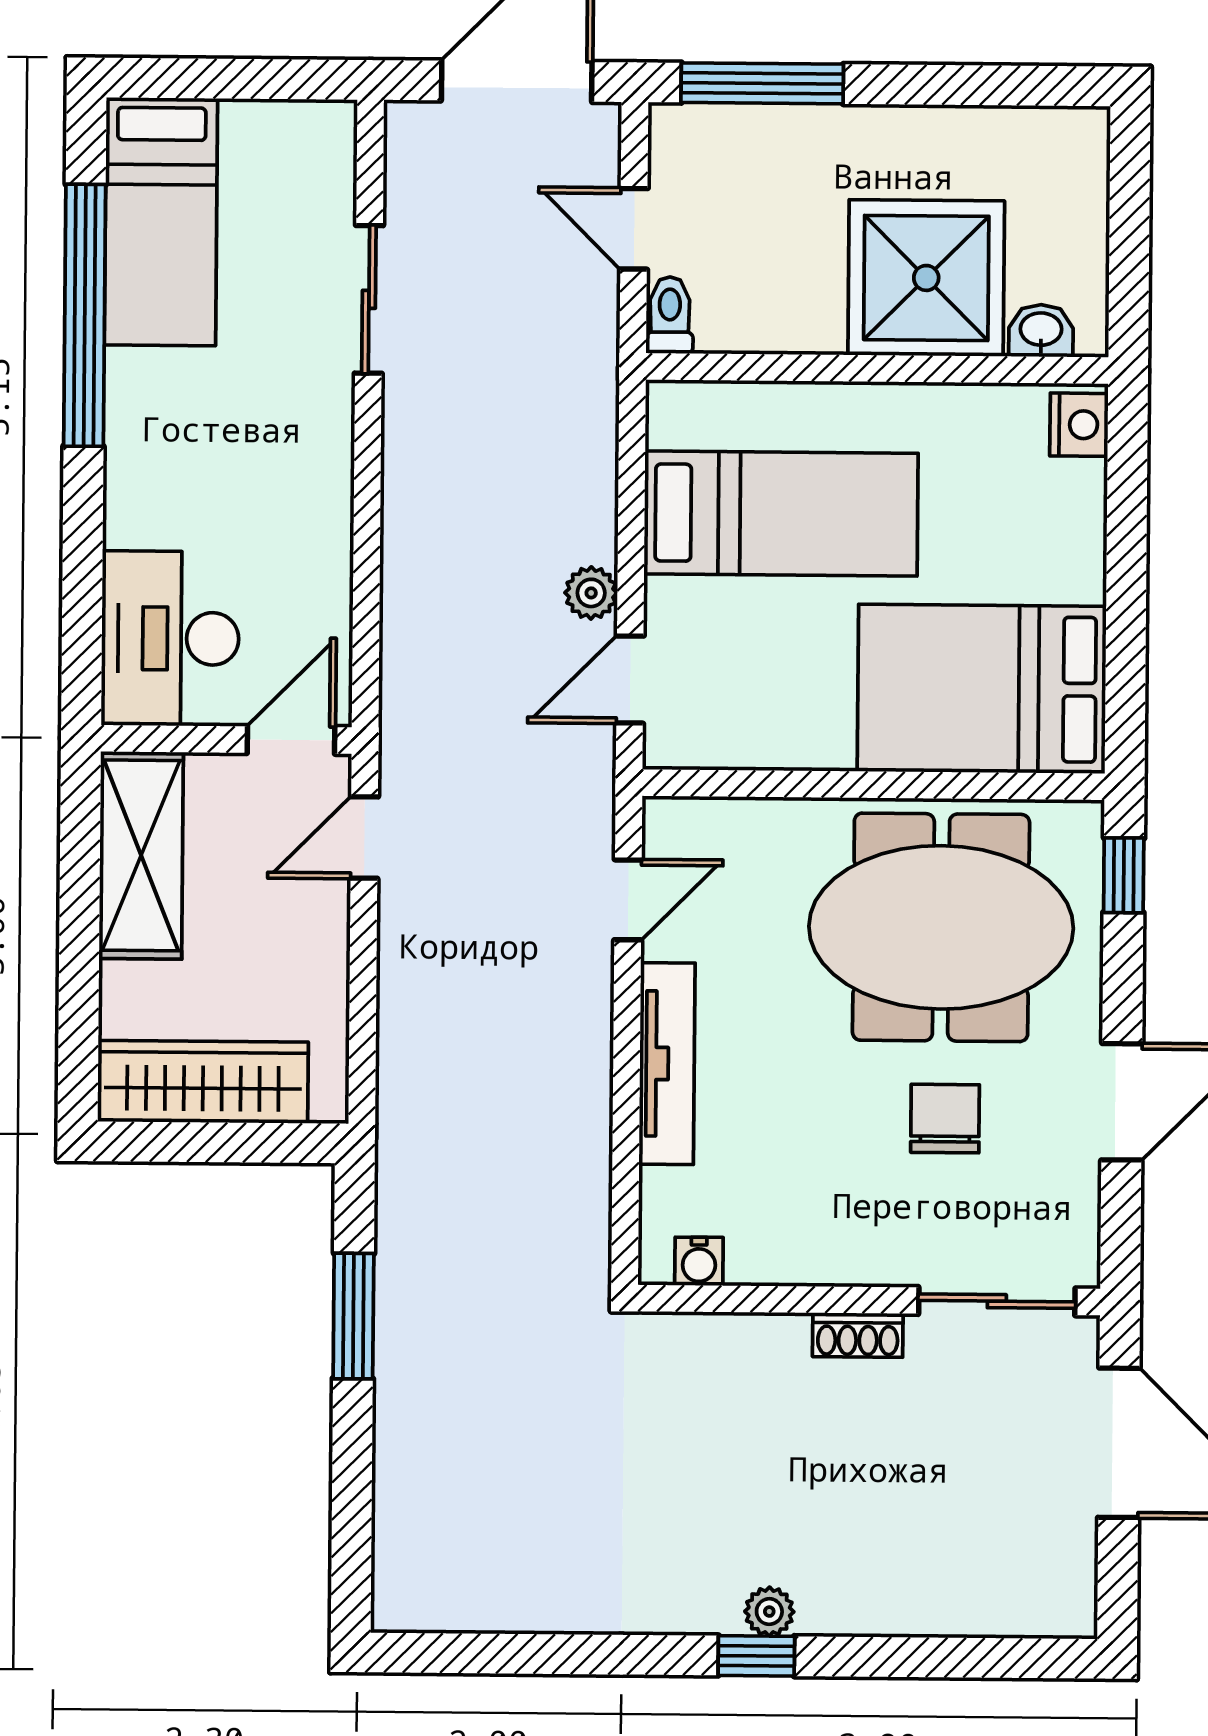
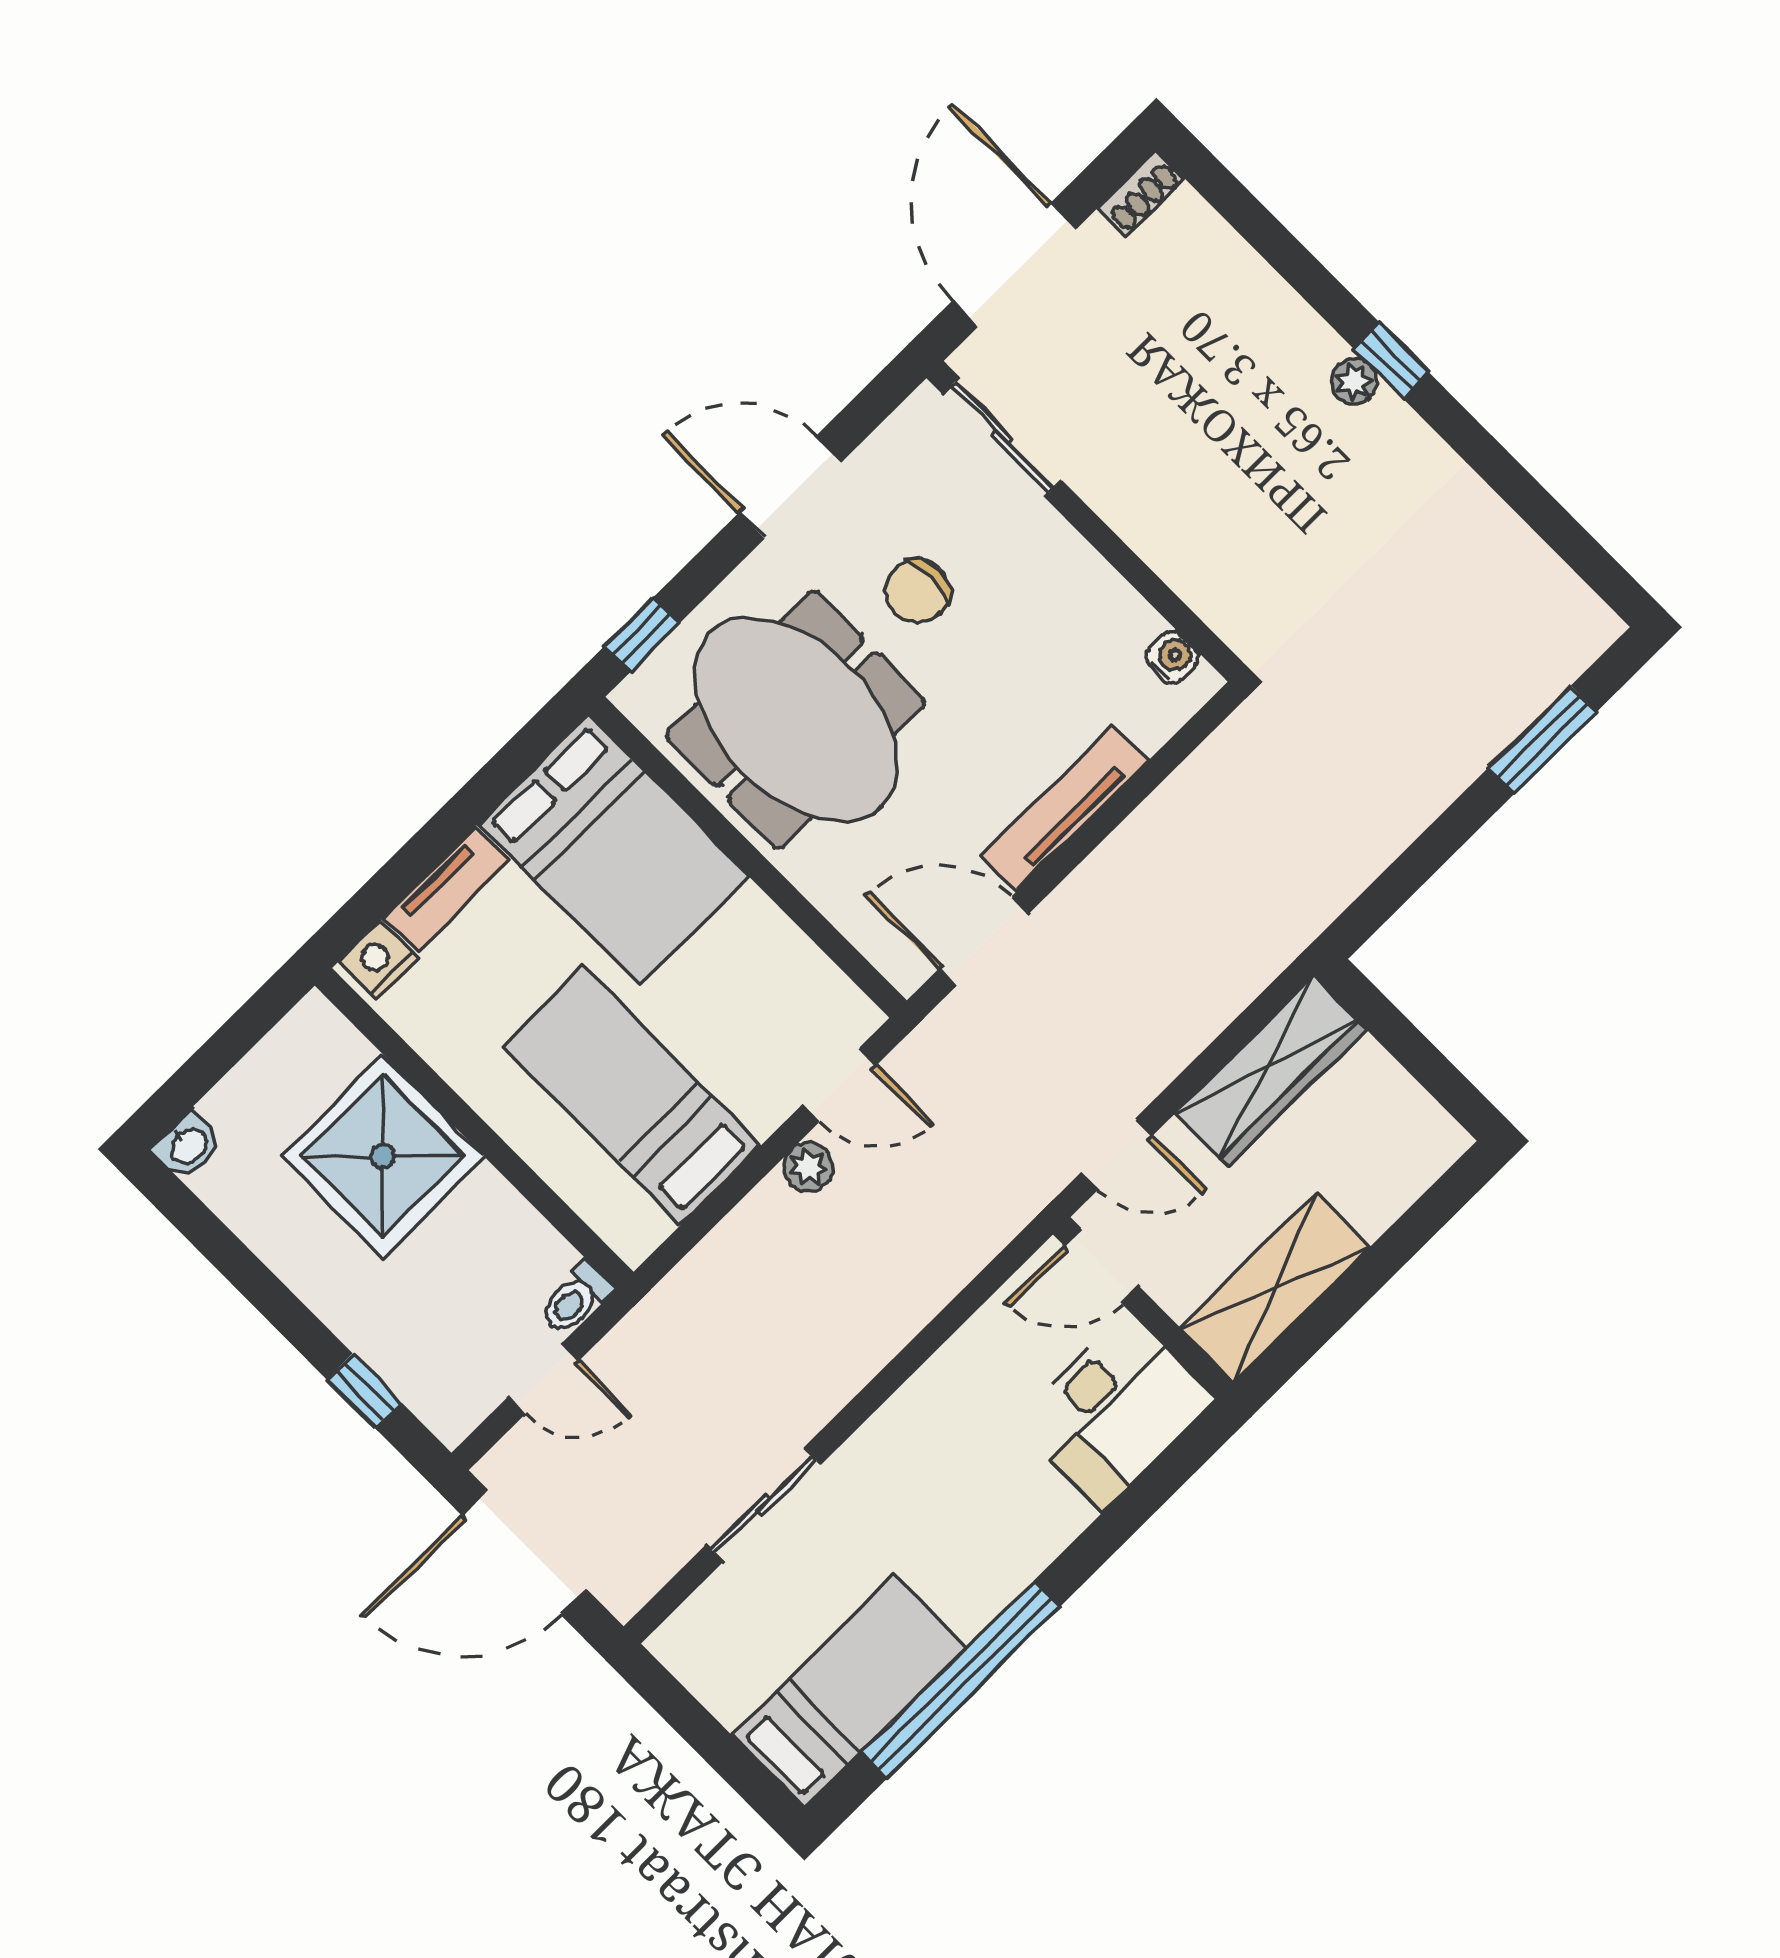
window: (762, 83) -> (364, 1391), width x0.46
door: (634, 229) -> (543, 1379), hinge flipped
washbasin: (1041, 331) -> (188, 1145), moved, turned -90
tv unit: (1080, 531) -> (446, 889), added
door: (628, 900) -> (984, 941), width x1.38
wardrobe: (203, 1082) -> (1271, 1071), moved, turned -90
window: (353, 1316) -> (1543, 739), moved
shoe rack: (858, 1335) -> (1141, 194), moved, turned 90

